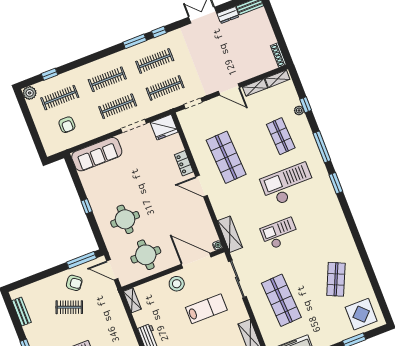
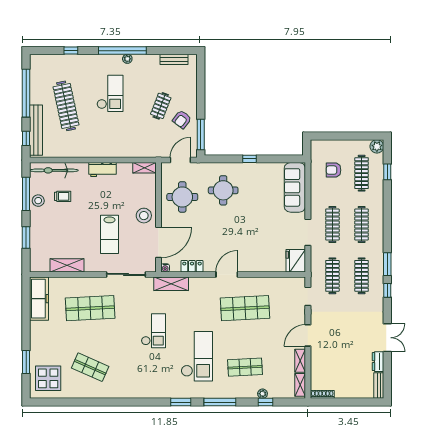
locker: (184, 163) -> (192, 266), moved

